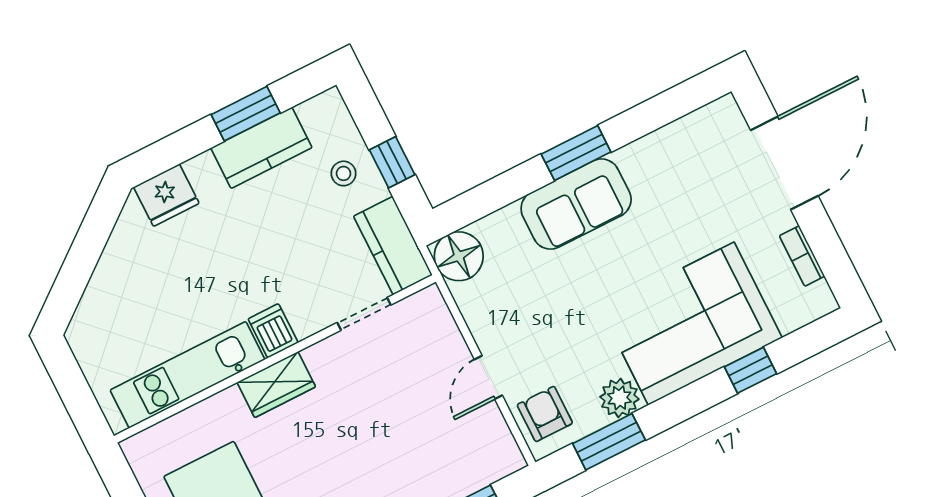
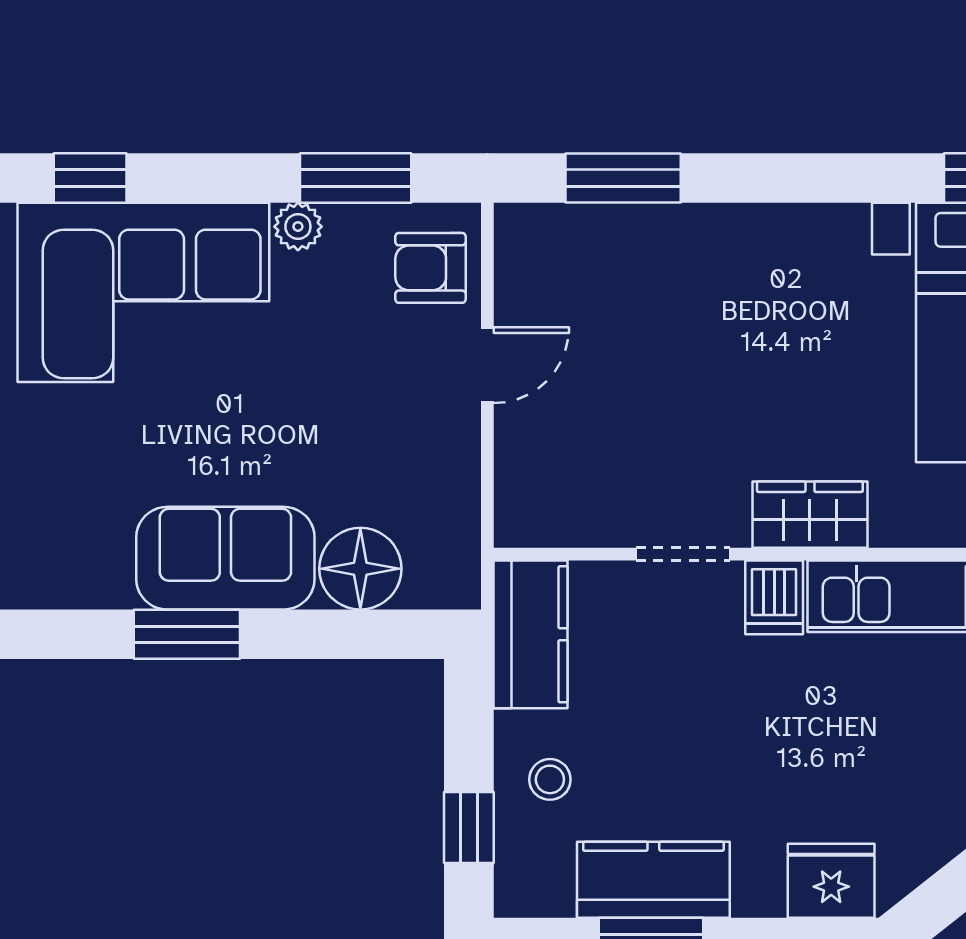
window: (392, 162) -> (469, 827), moved
floor lamp: (459, 256) -> (360, 569), moved
doorway: (364, 314) -> (683, 554), moved
plant: (619, 398) -> (298, 227), width x0.73, depth x0.73
armchair: (545, 414) -> (431, 268), turned 90

